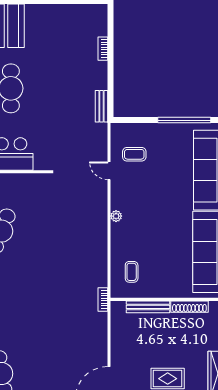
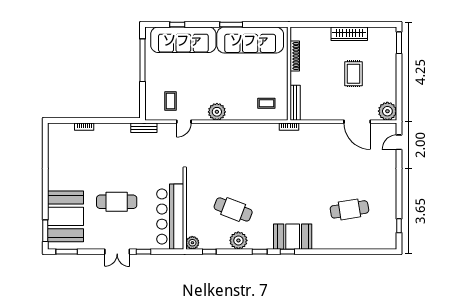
bench: (102, 106) -> (144, 128), moved
plant: (116, 216) -> (217, 112), width x1.88, depth x1.88
bench: (148, 307) -> (295, 103), moved

